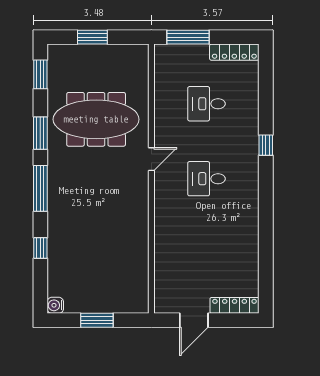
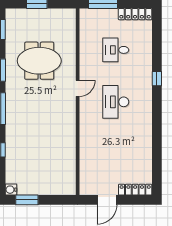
meeting table: (96, 119) -> (39, 61), width x0.73
desk: (206, 179) -> (116, 102), width x1.37
window: (97, 320) -> (27, 200), moved

